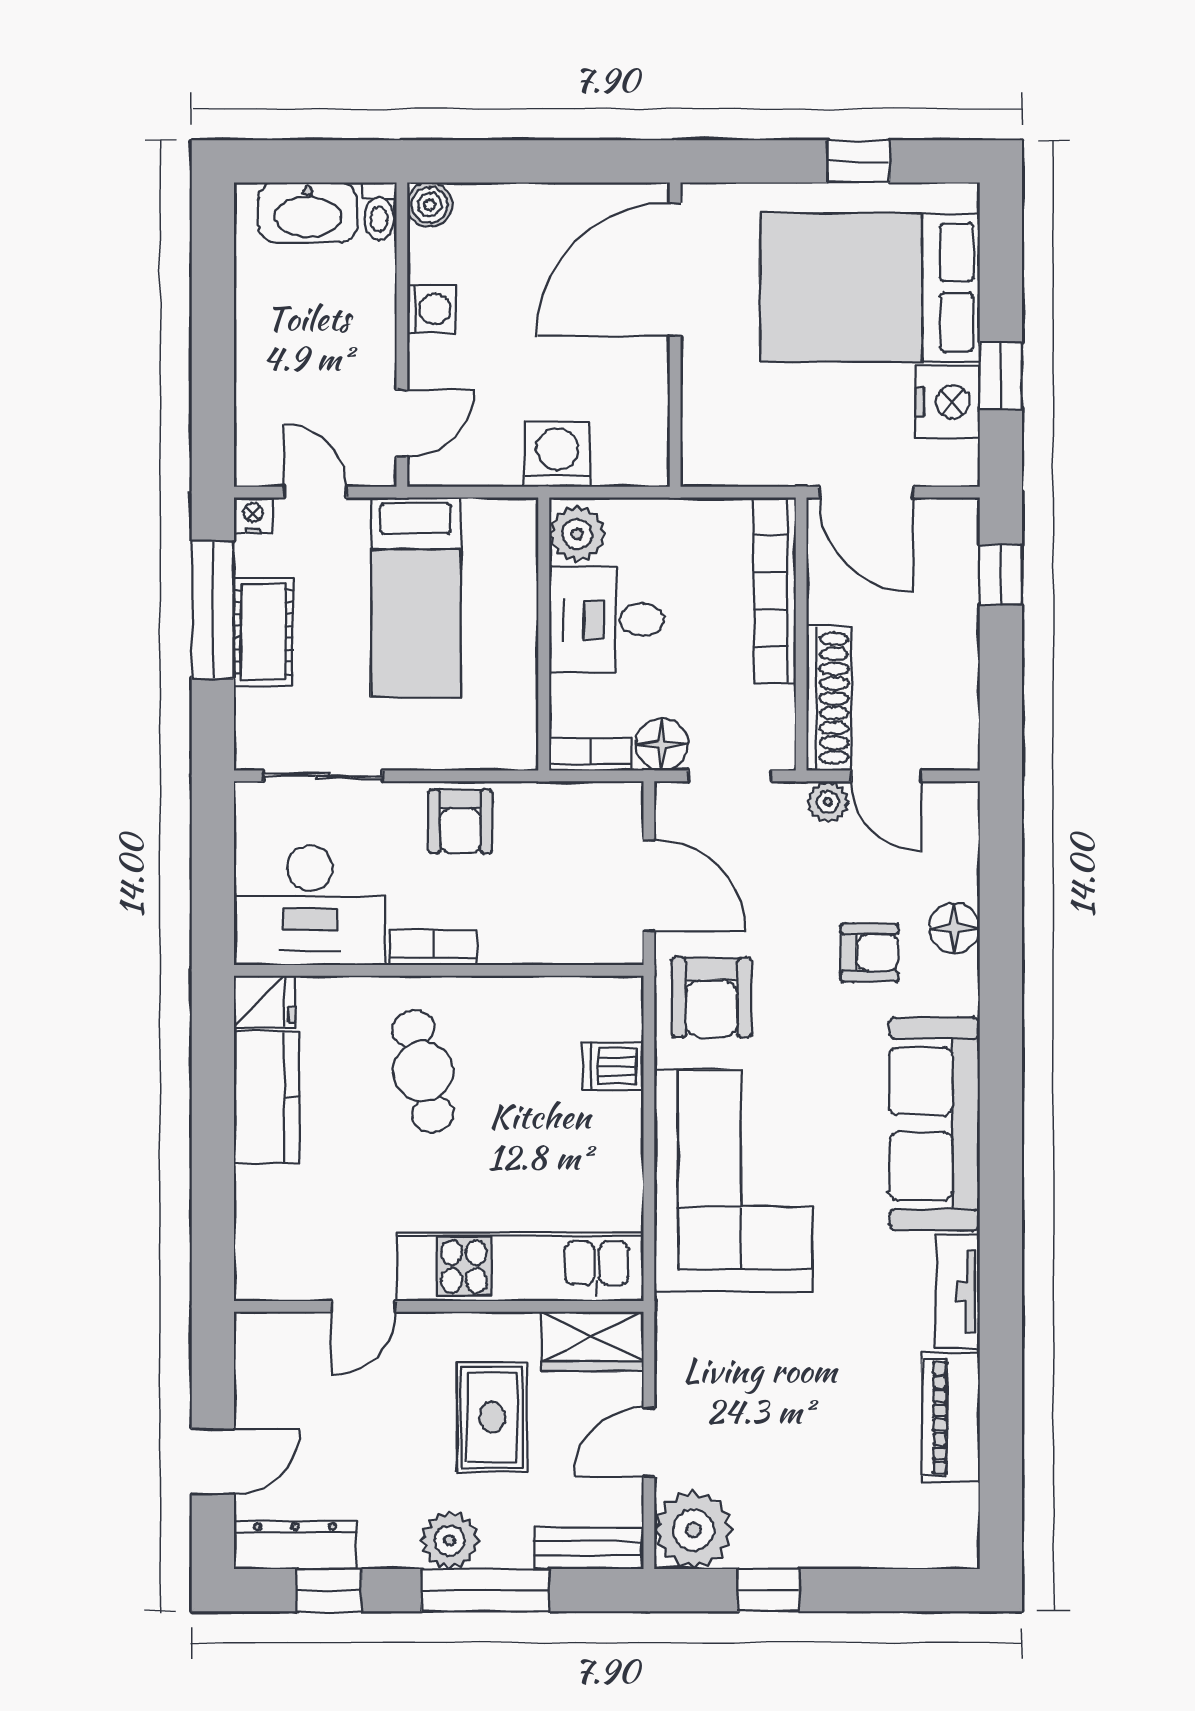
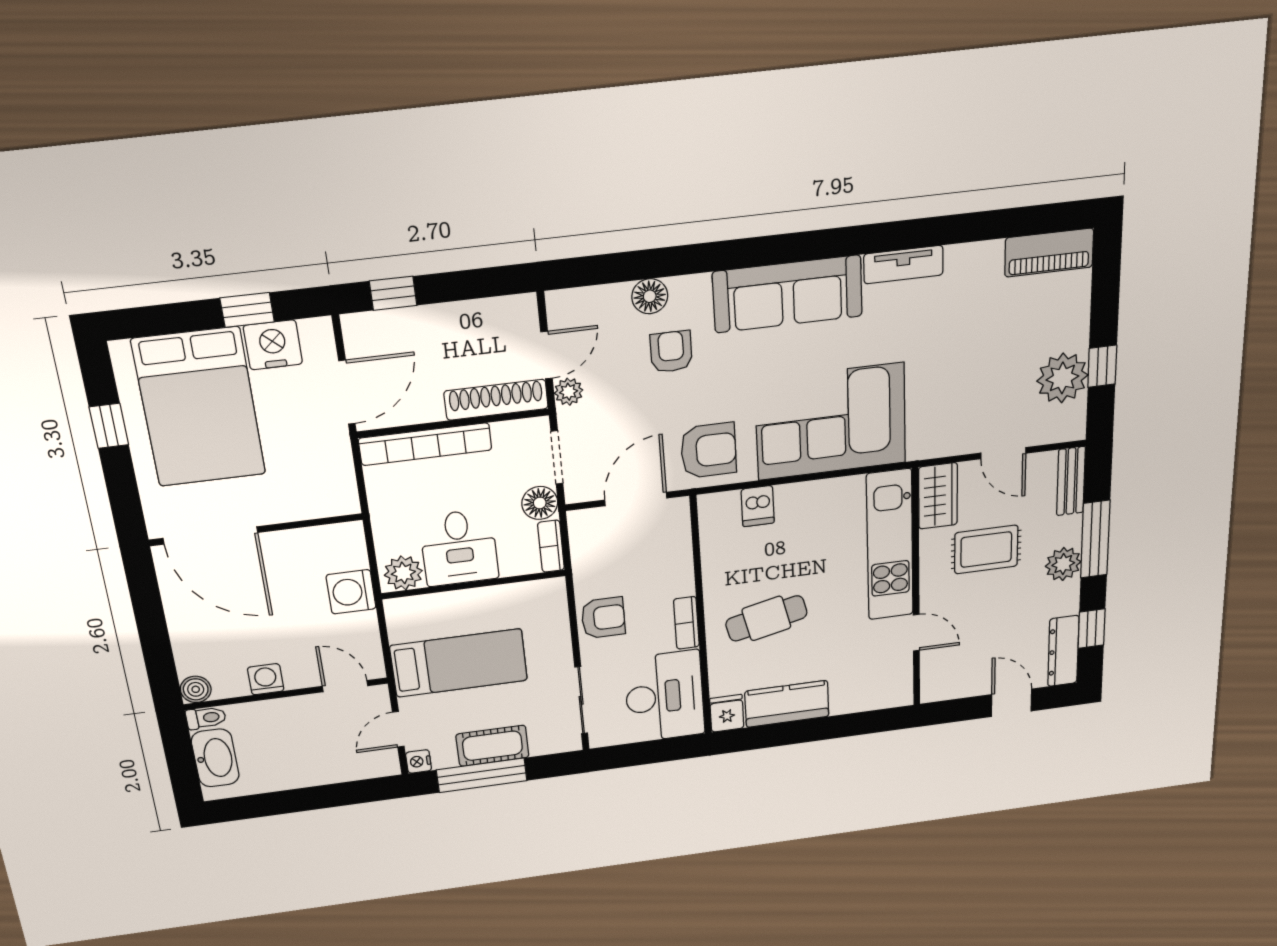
piano: (951, 1418) -> (1049, 253), moved
plant: (693, 1530) -> (1062, 378), moved

